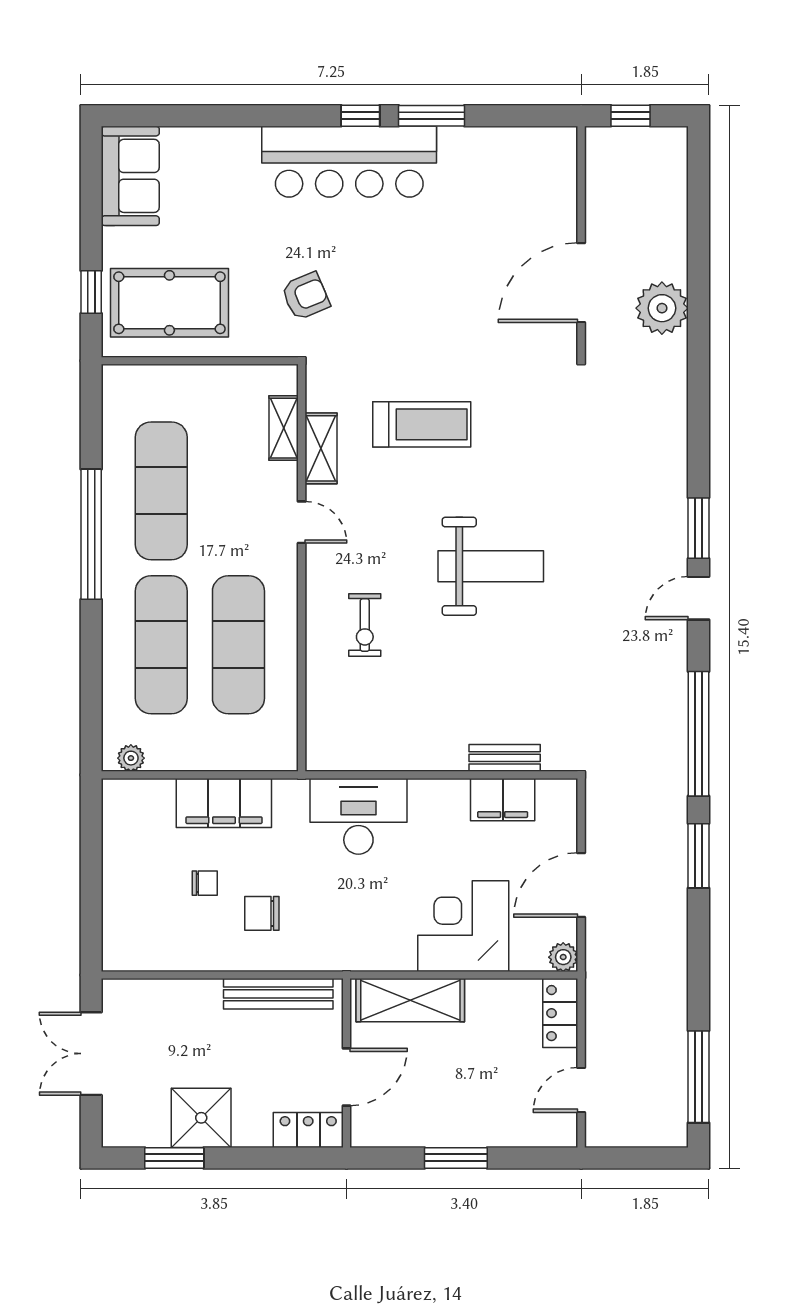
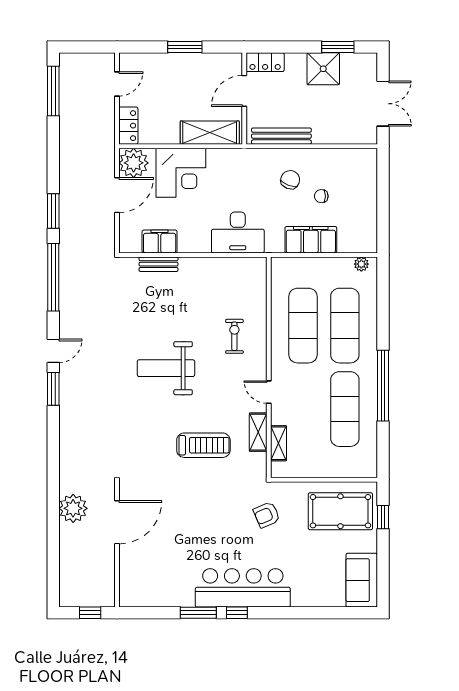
treadmill: (422, 424) -> (203, 445), turned 180
chair: (262, 913) -> (290, 180), turned -69
plant: (563, 957) -> (134, 163), width x1.88, depth x1.88

